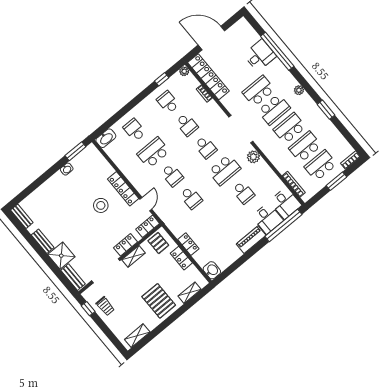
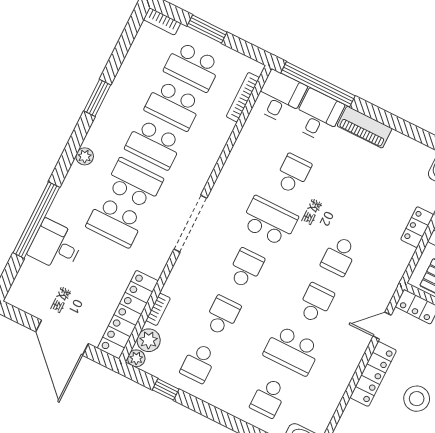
plant: (253, 157) -> (149, 340), moved
school desk: (191, 198) -> (339, 256), turned 180

